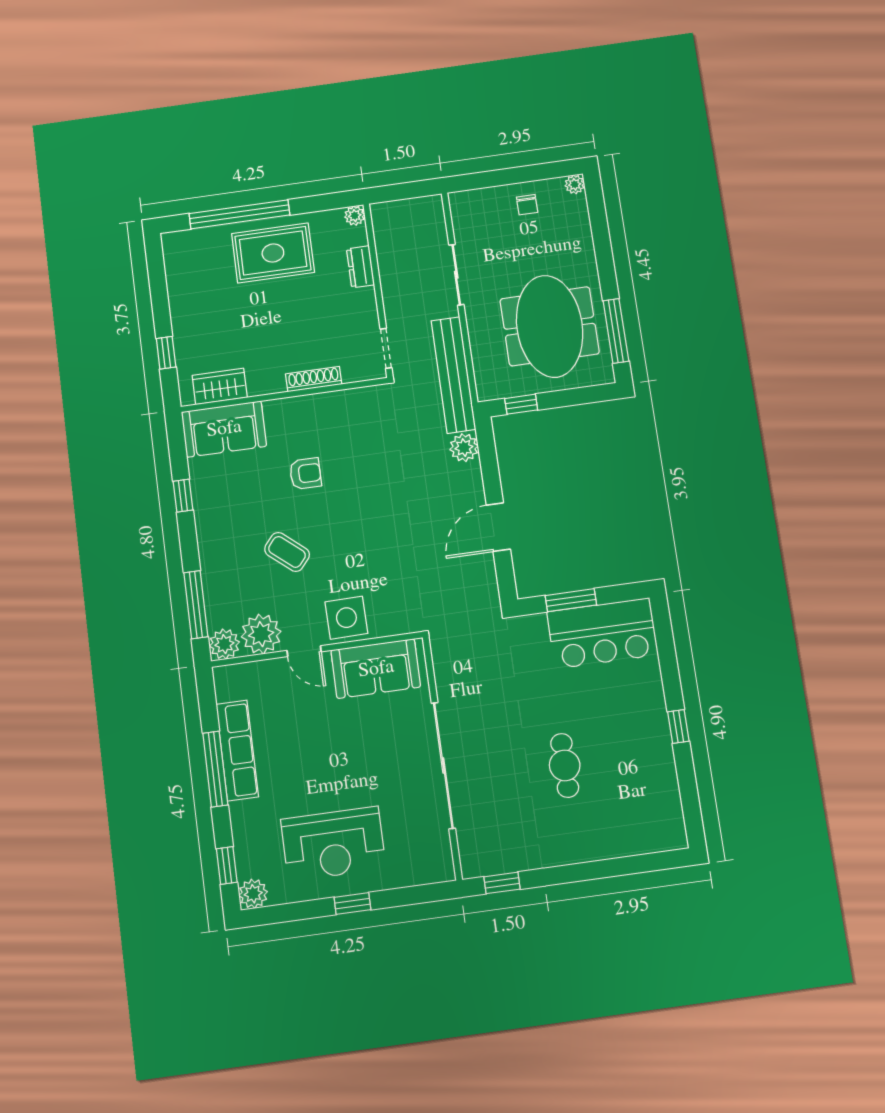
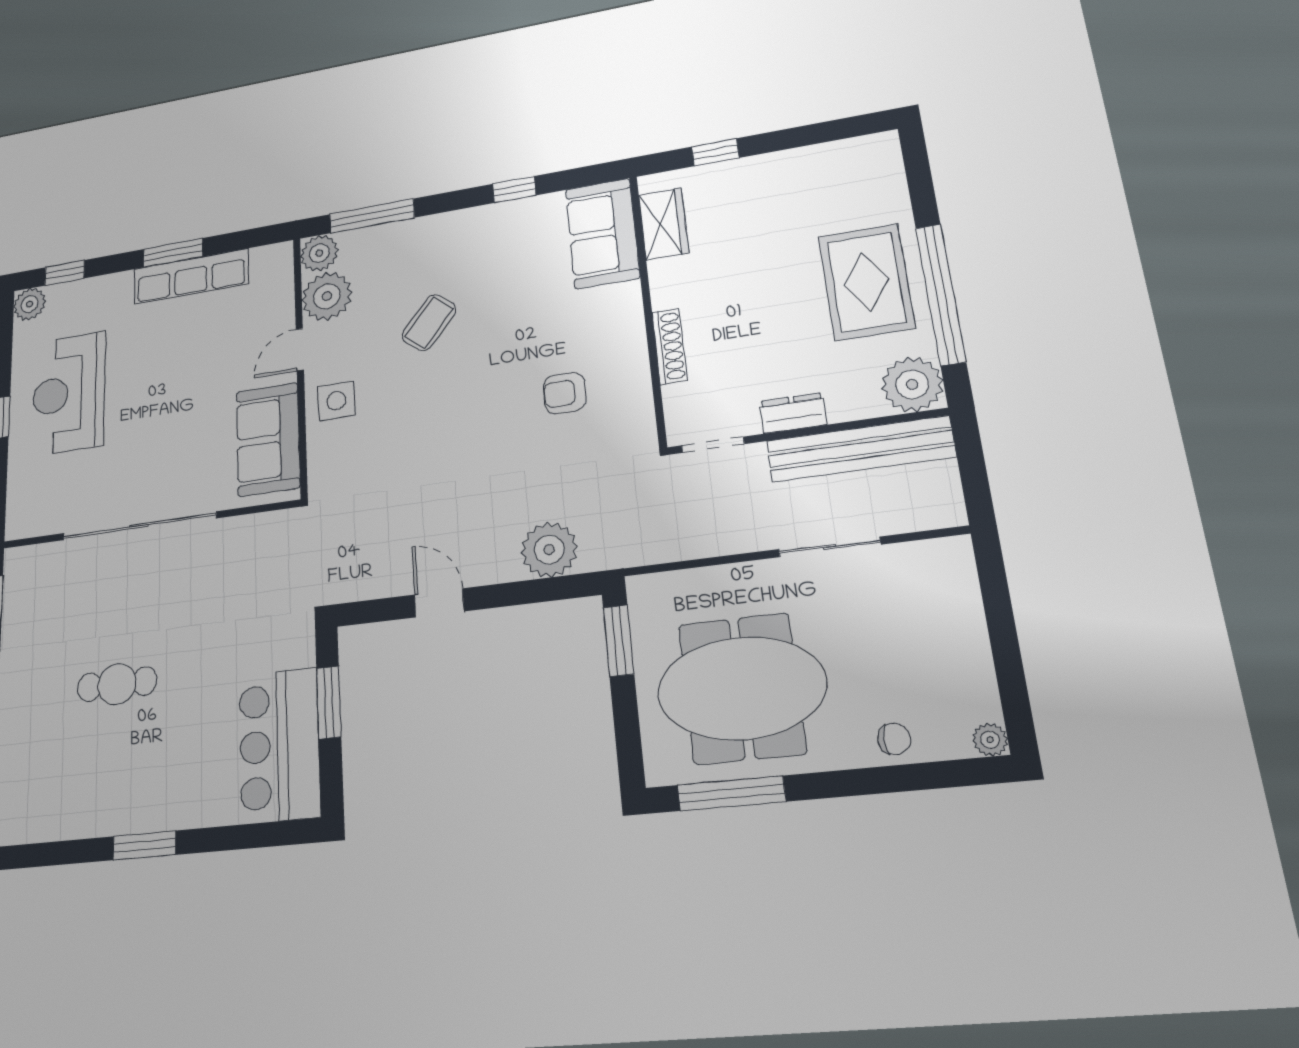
chair: (527, 205) -> (894, 739), moved, turned 180
window: (239, 214) -> (940, 294), moved
plant: (355, 216) -> (912, 384), width x1.88, depth x1.88
dresser: (360, 267) -> (793, 413), moved
bench: (453, 375) -> (860, 449), moved
window: (521, 404) -> (619, 641), width x1.50
plant: (464, 448) -> (549, 550), width x1.36, depth x1.36
armchair: (305, 474) -> (565, 393), moved, turned 90
door: (498, 527) -> (439, 603), width x0.73
side table: (346, 618) -> (336, 401), width x0.73, depth x0.73
window: (678, 726) -> (144, 846), width x1.50
window: (215, 769) -> (173, 253), width x0.69

